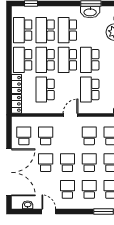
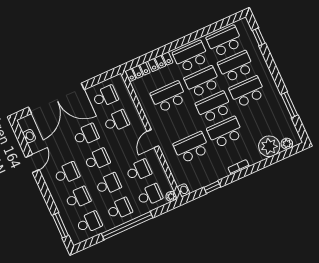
washbasin: (90, 12) -> (279, 108), removed
door: (71, 115) -> (153, 139), swing flipped

